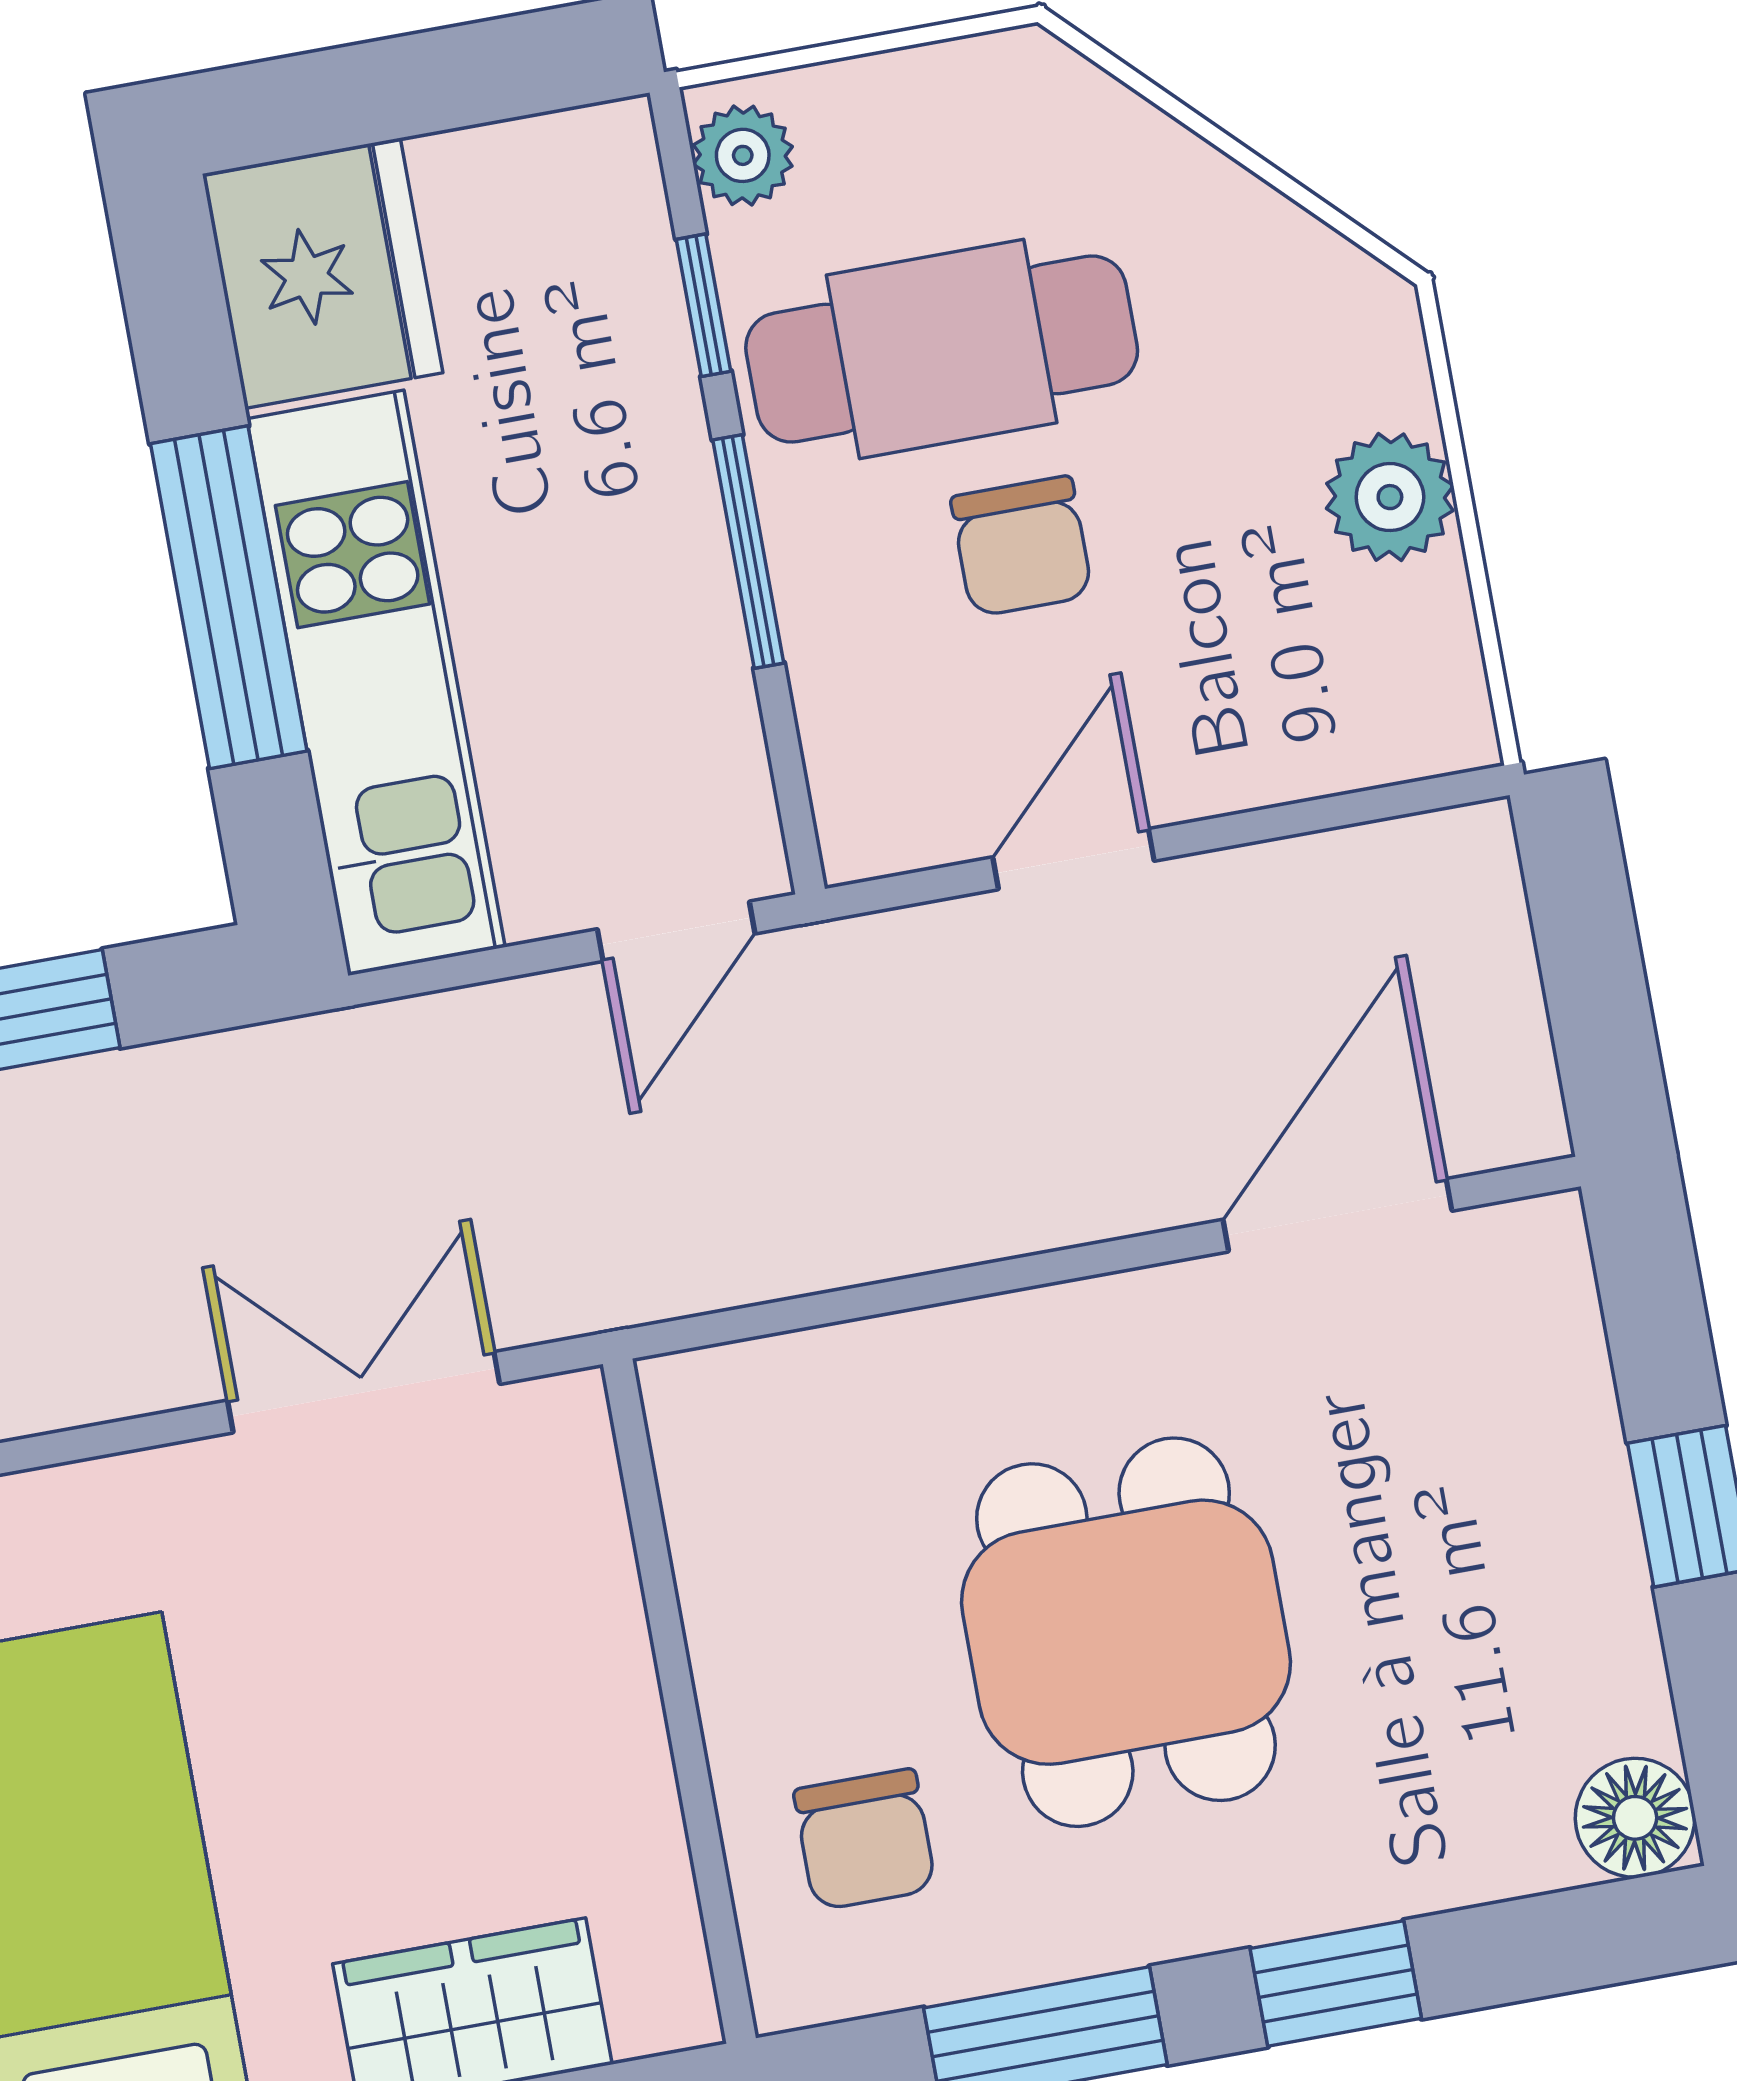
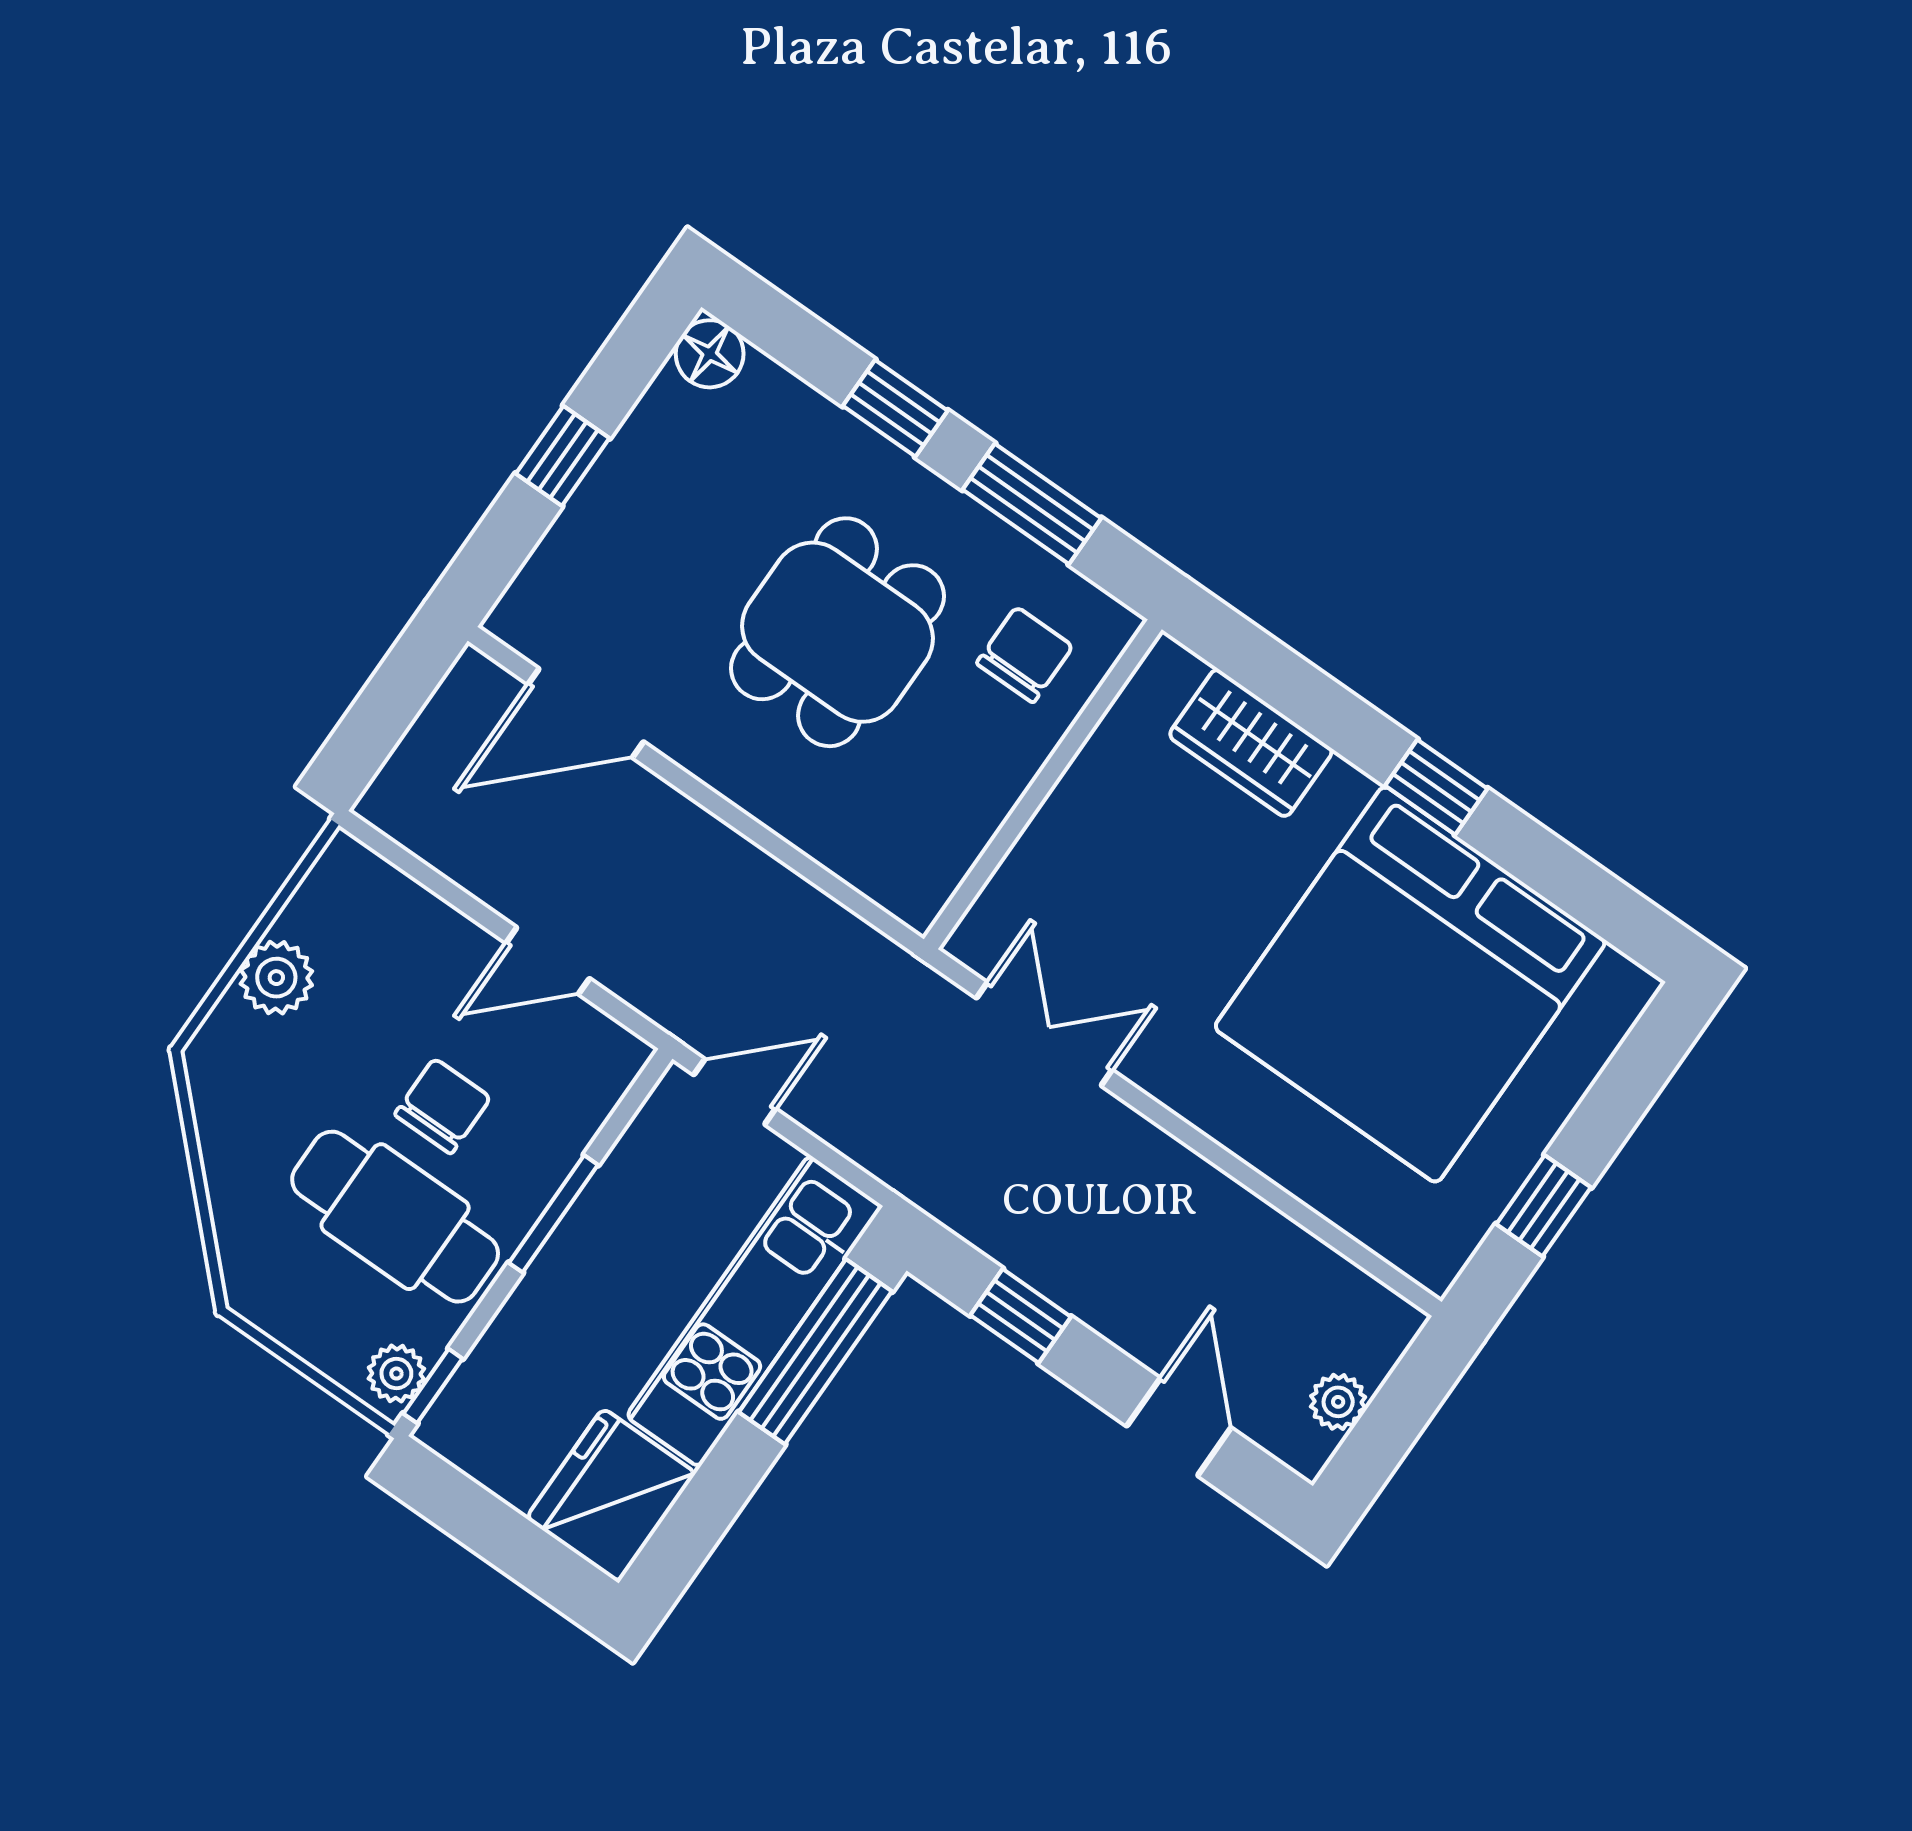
window: (704, 305) -> (433, 1386), moved
window: (229, 597) -> (815, 1352), moved
double door: (364, 1392) -> (1044, 1034), swing flipped

